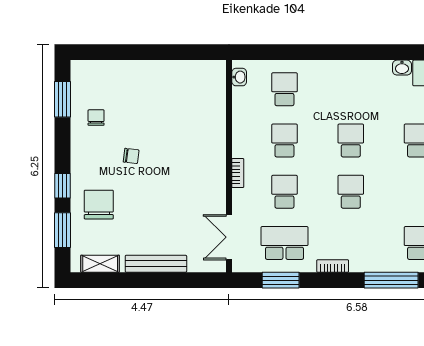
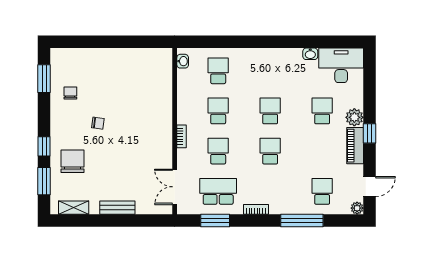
bench: (156, 264) -> (117, 208), width x0.73

